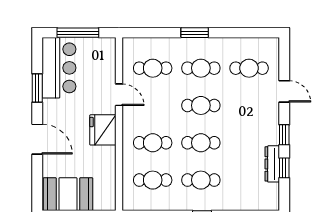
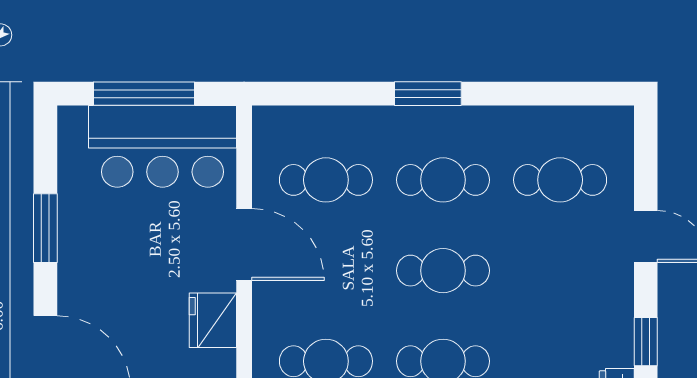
bar counter: (59, 68) -> (163, 146), moved, turned 90
door: (119, 95) -> (244, 244), width x1.38
fridge: (103, 130) -> (213, 320), width x0.73, depth x0.75

